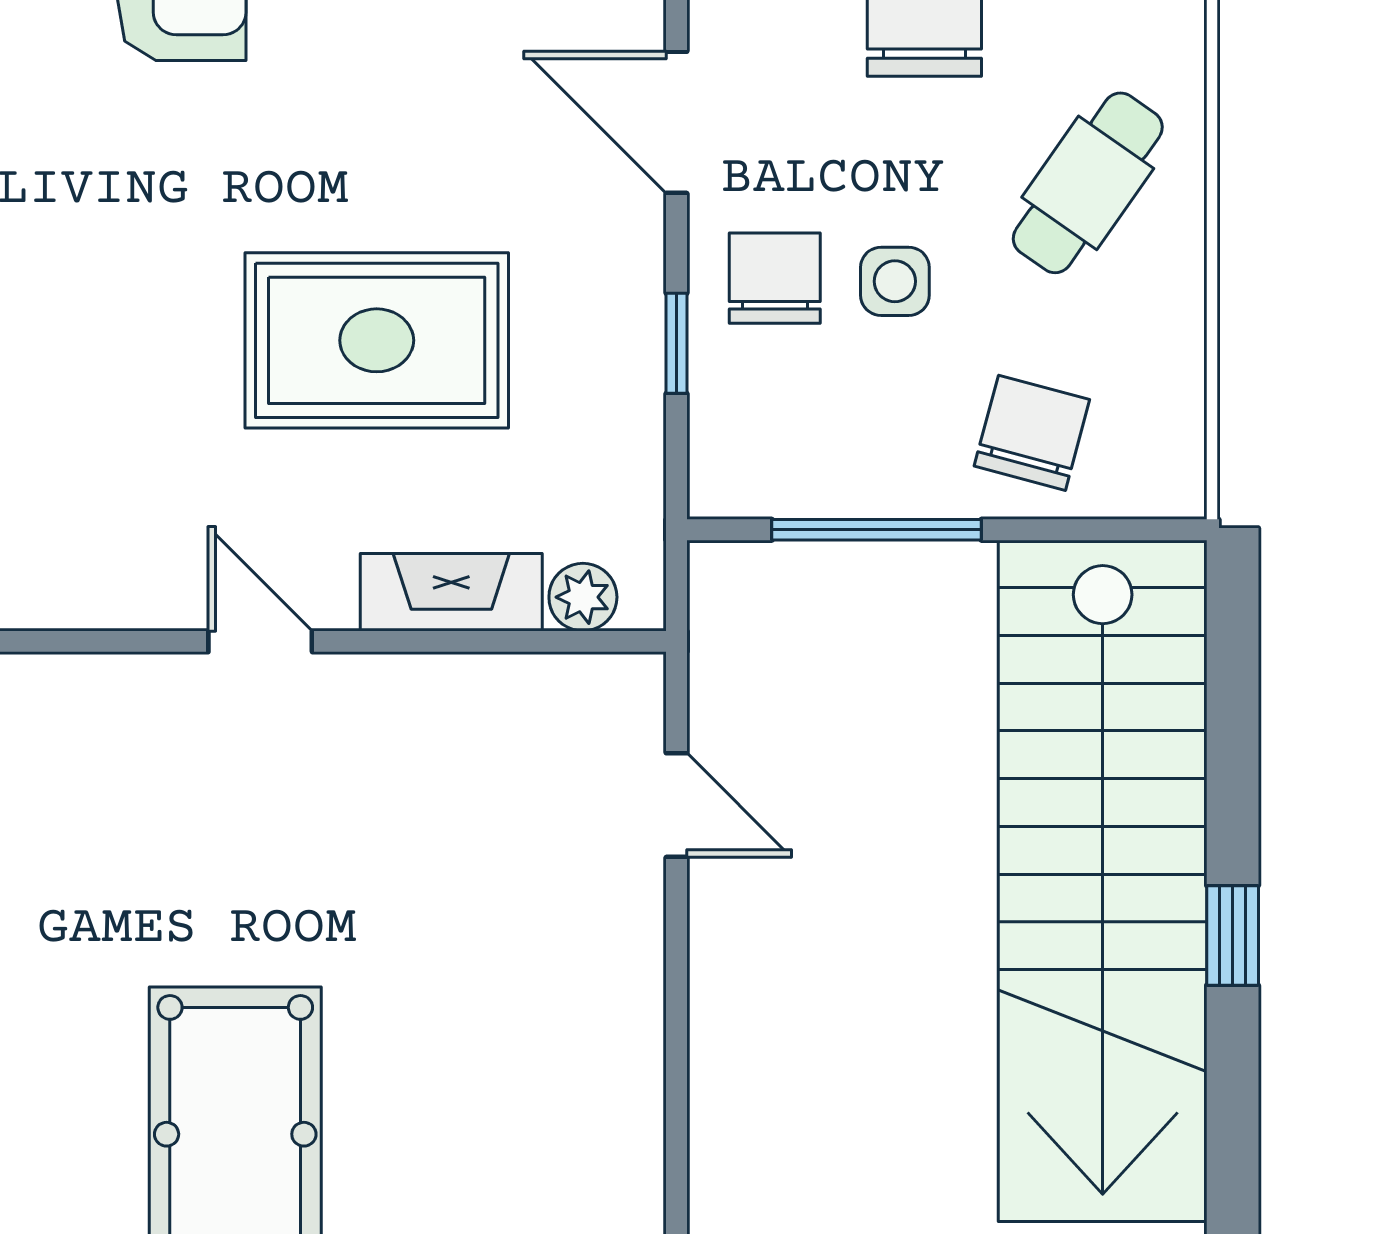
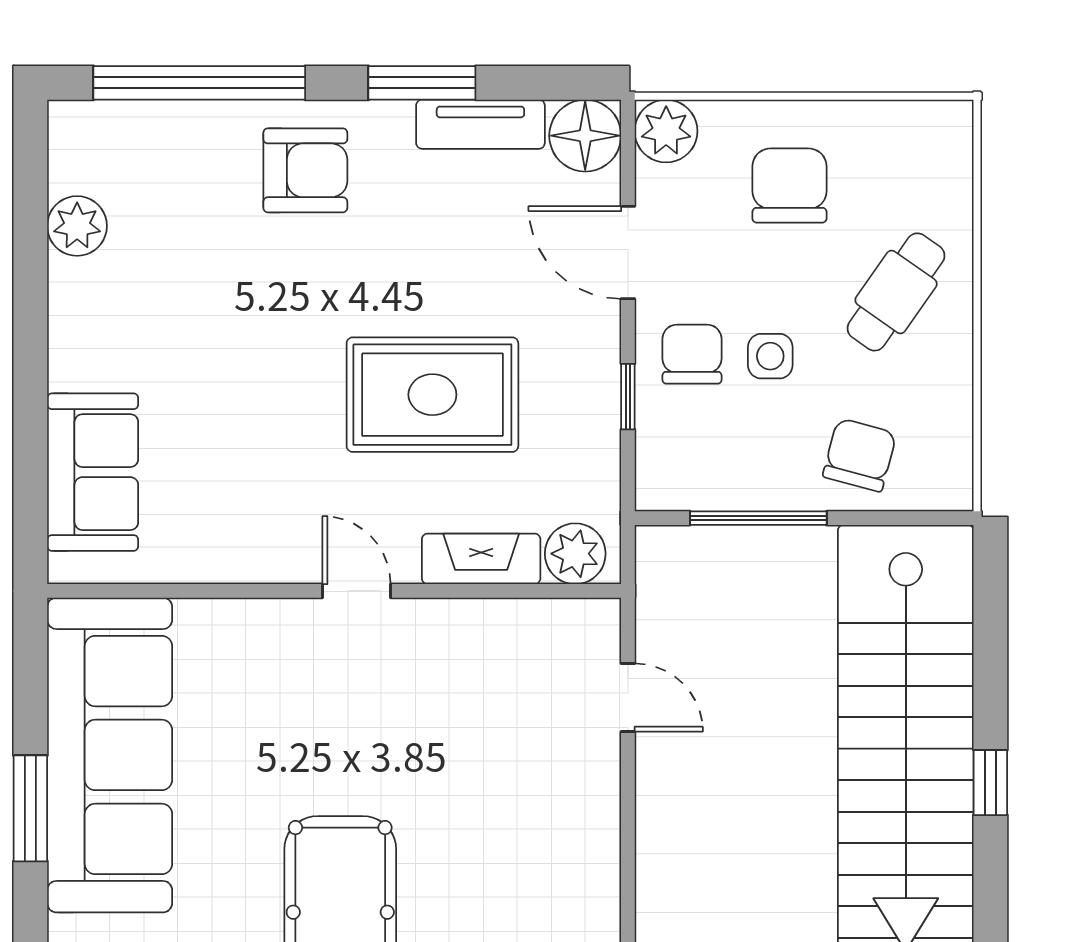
plant: (583, 597) -> (575, 554), width x1.38, depth x1.38

